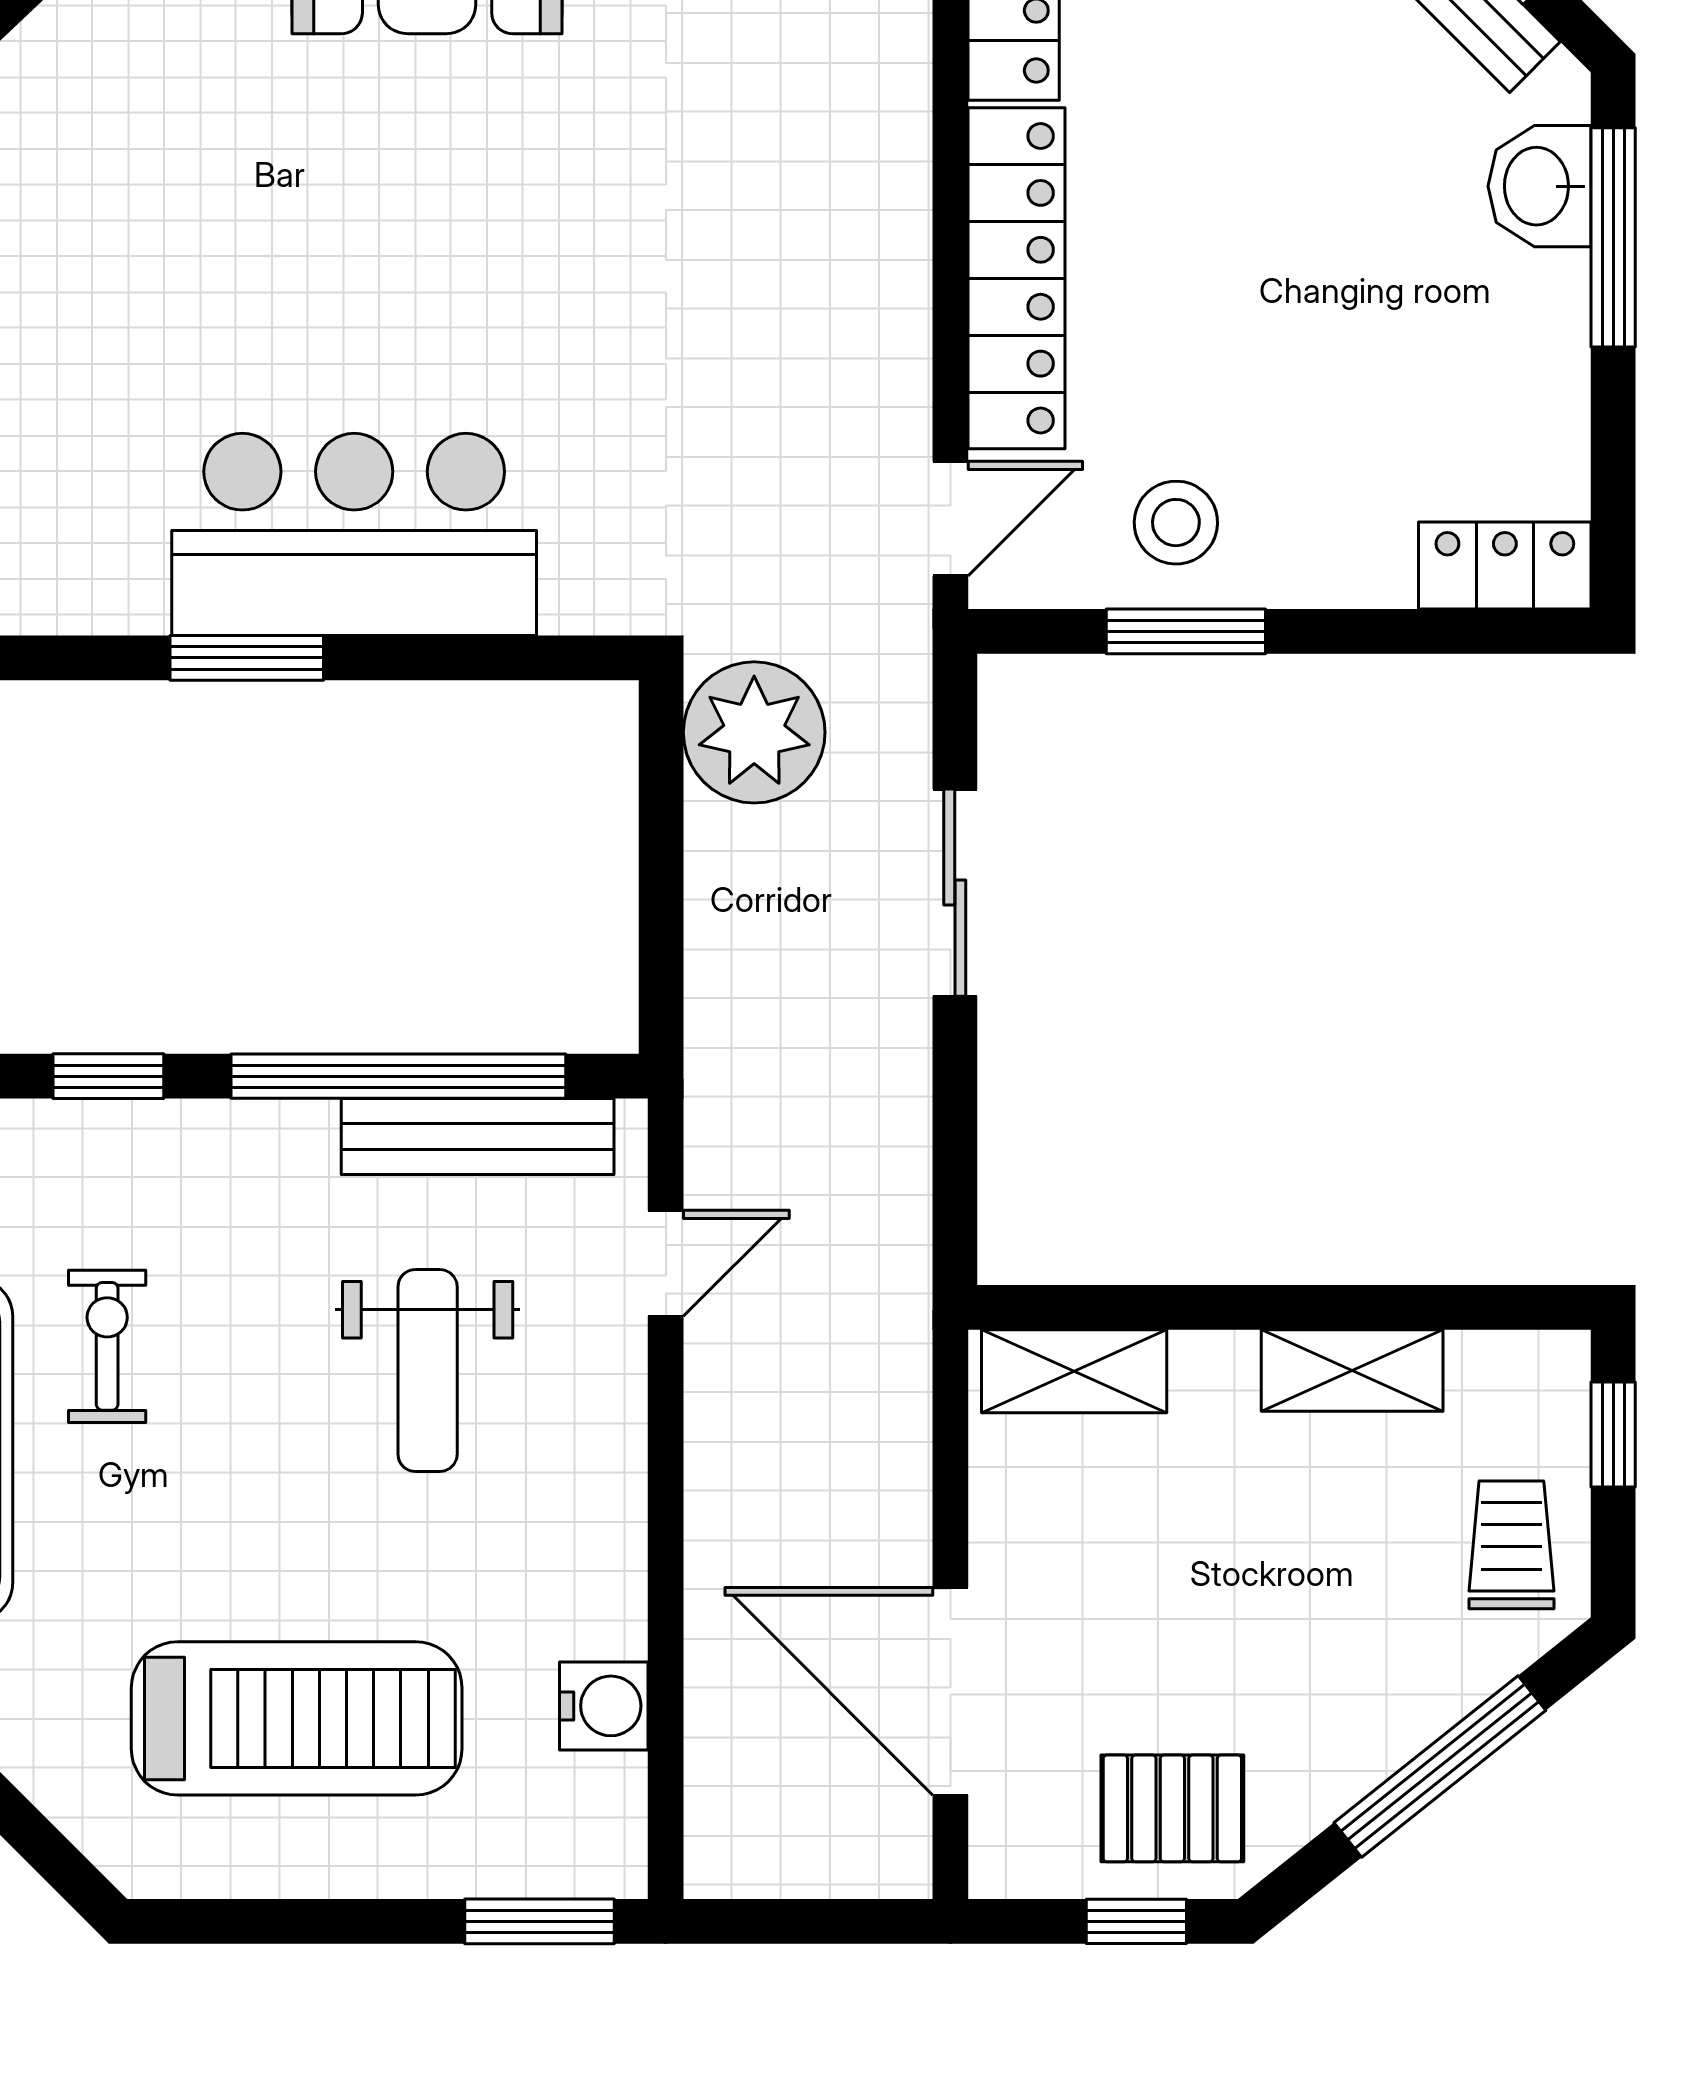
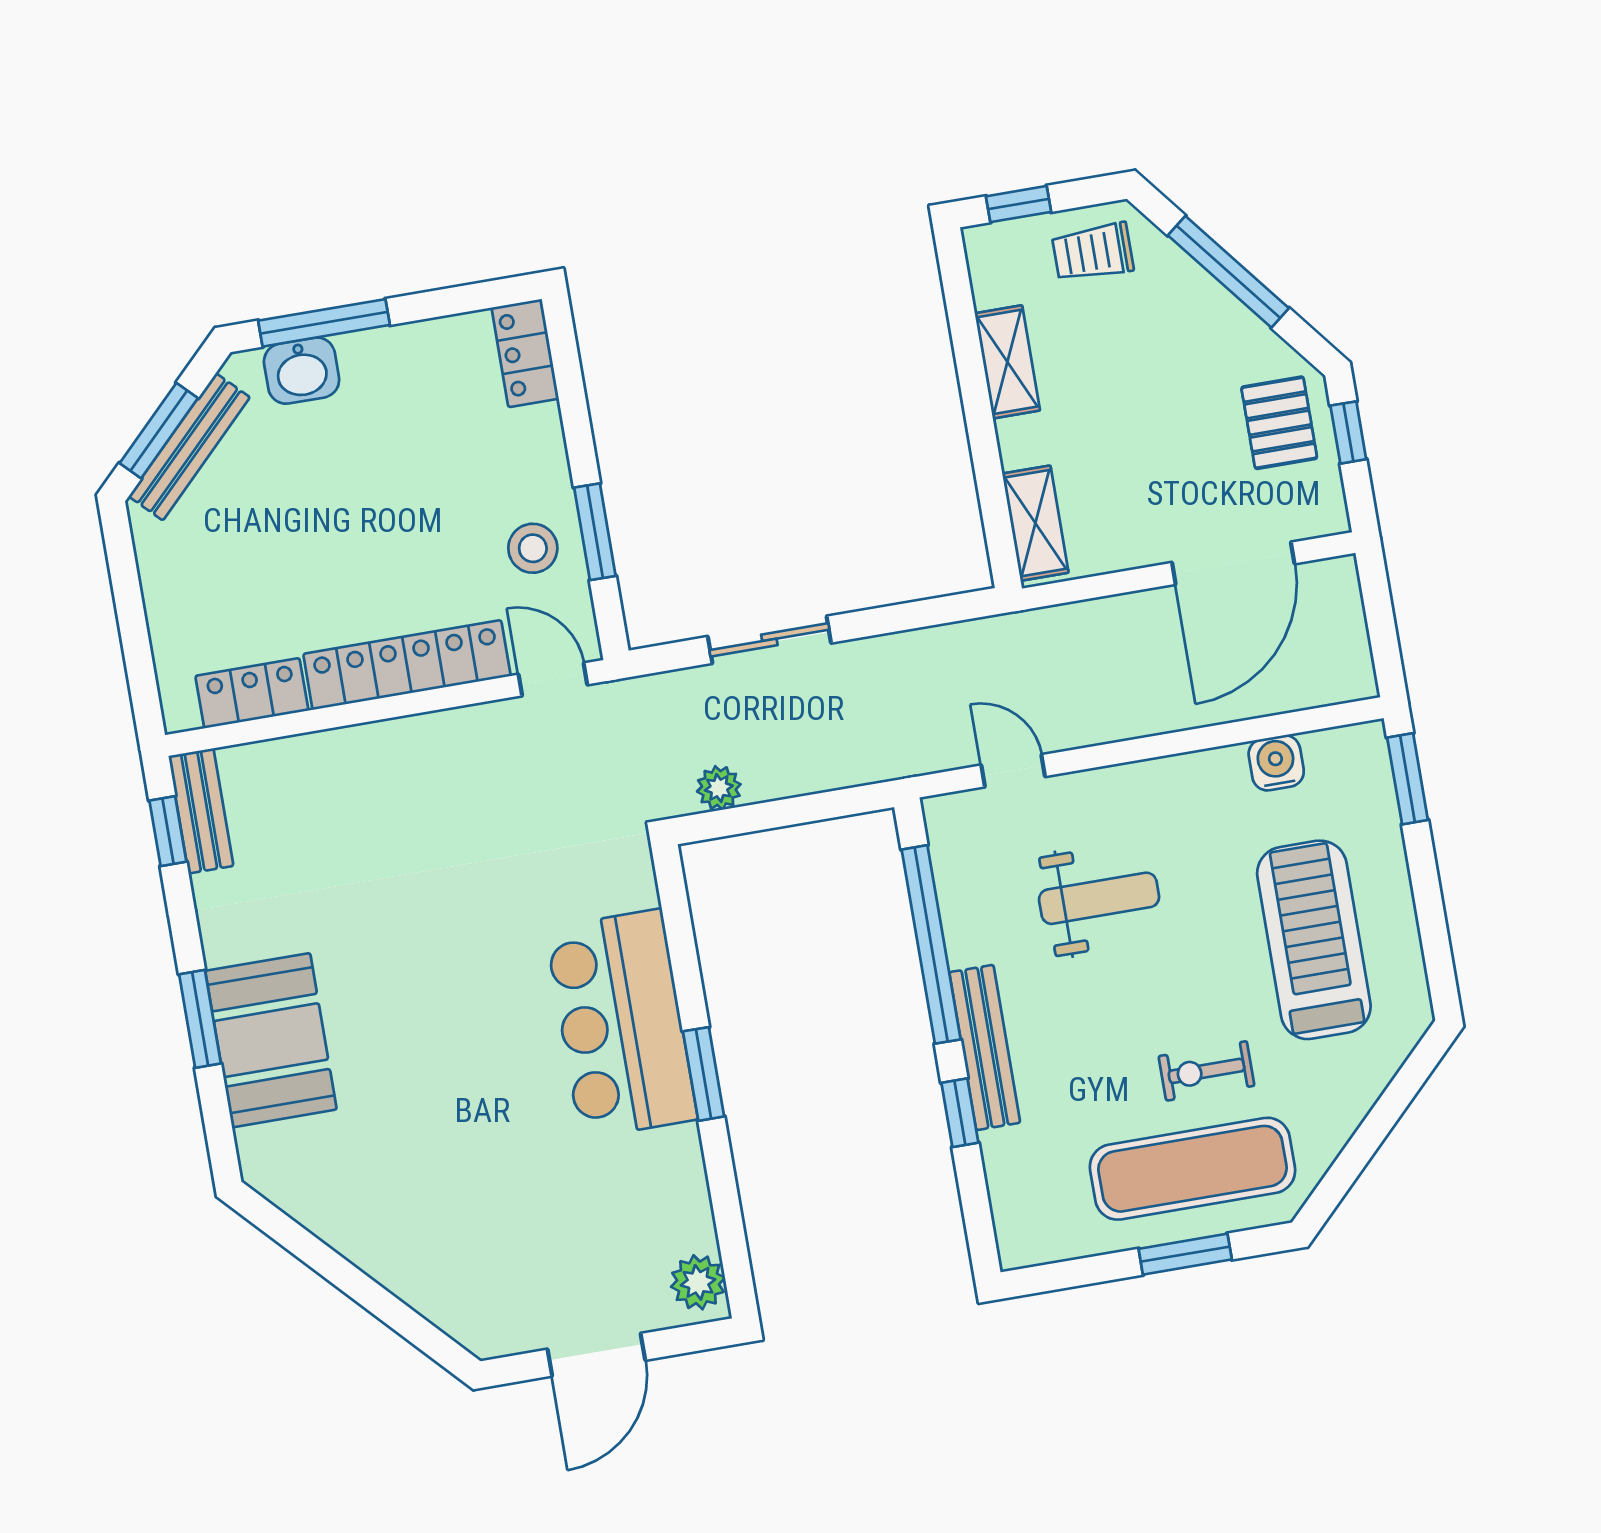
plant: (754, 732) -> (719, 788), width x0.53, depth x0.53
bench: (478, 1137) -> (985, 1047), moved
exercise bike: (107, 1346) -> (1206, 1071), moved

